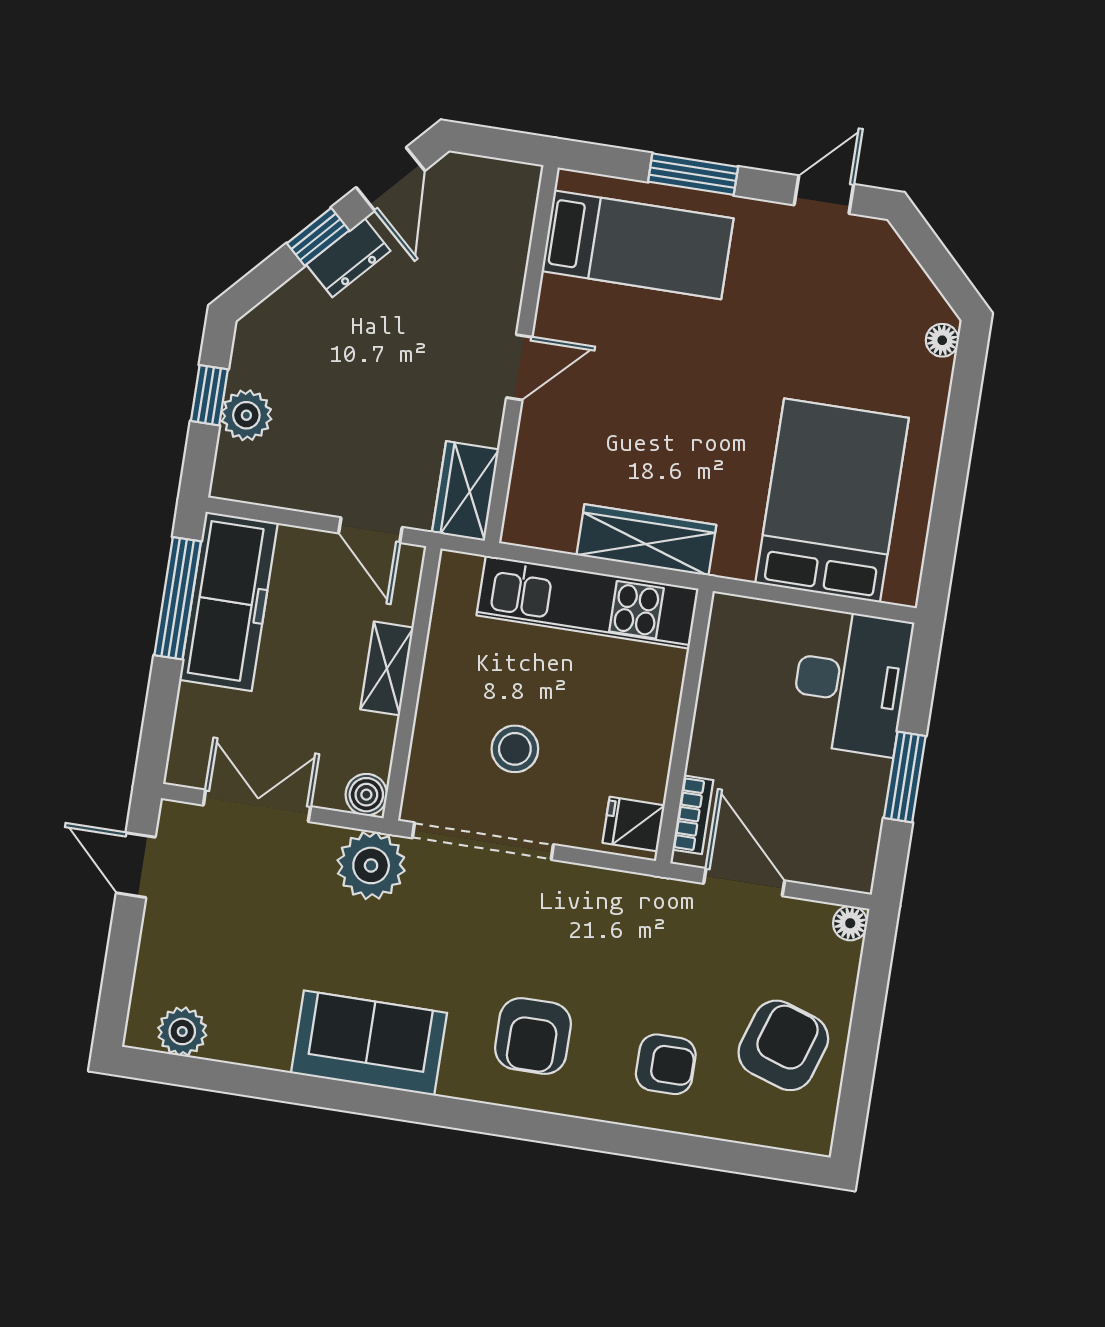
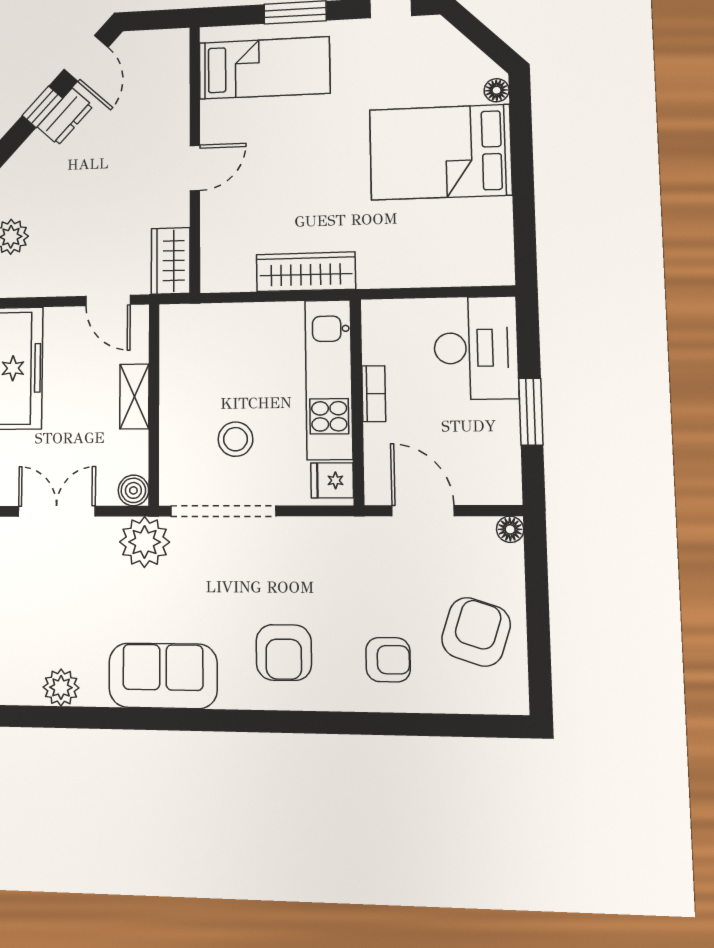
bed: (832, 501) -> (440, 152), moved, turned -90
kitchen unit: (588, 602) -> (329, 379), moved, turned 90
bookcase: (693, 815) -> (374, 394), moved
plant: (182, 1031) -> (61, 687), moved

